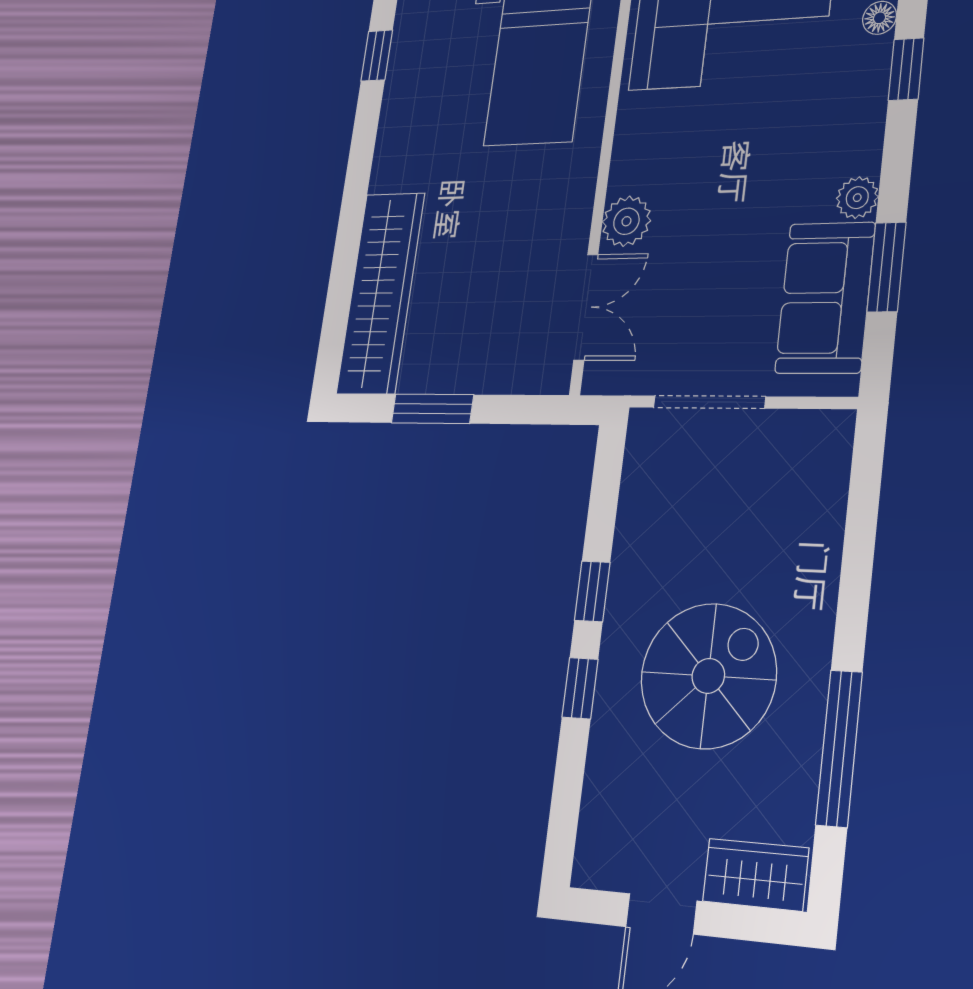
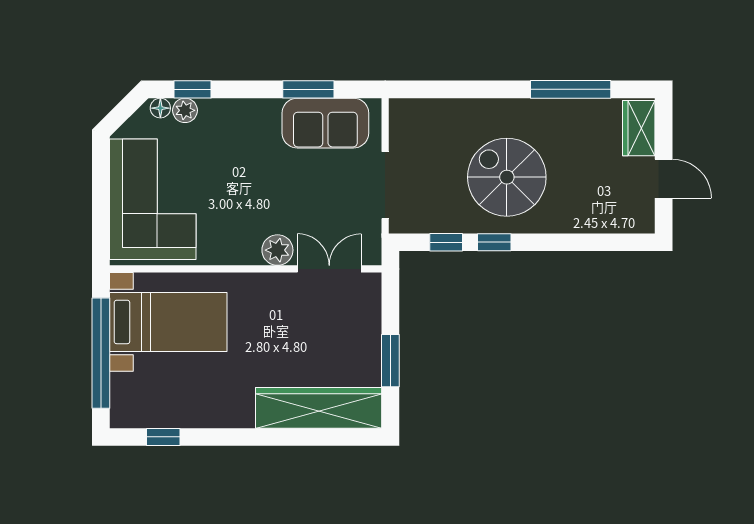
plant: (857, 198) -> (185, 110), moved
spiral stairs: (708, 676) -> (507, 177), moved
window: (580, 688) -> (446, 242), moved

